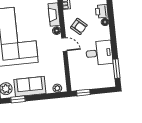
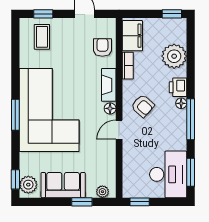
window: (113, 32) -> (191, 119), added
door: (64, 44) -> (119, 130), swing flipped
desk: (99, 53) -> (168, 174), moved, width x1.37
window: (18, 99) -> (82, 202), moved

